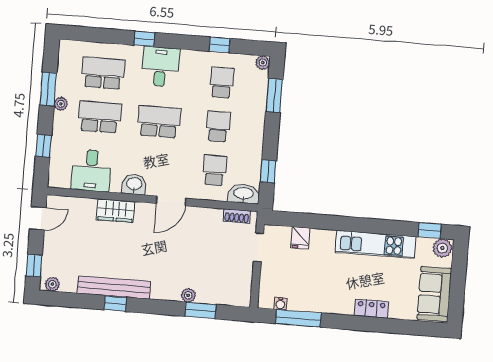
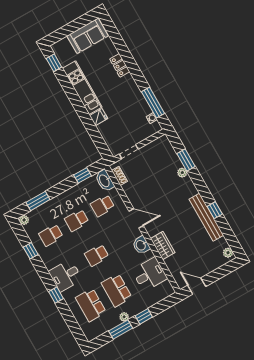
school desk: (159, 122) -> (97, 255), width x0.54
window: (44, 146) -> (144, 316), moved
fridge: (300, 238) -> (99, 117), moved
plant: (442, 248) -> (59, 49), removed
window: (34, 266) -> (225, 270), removed

